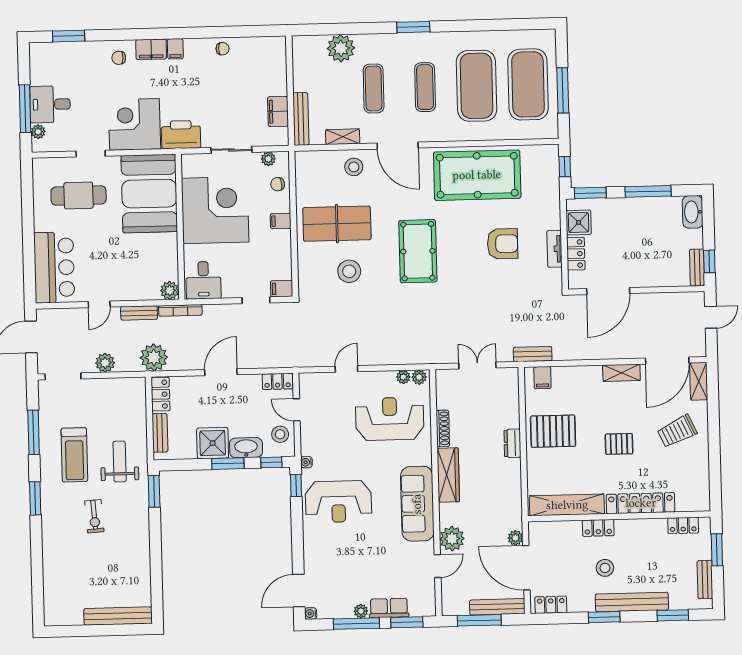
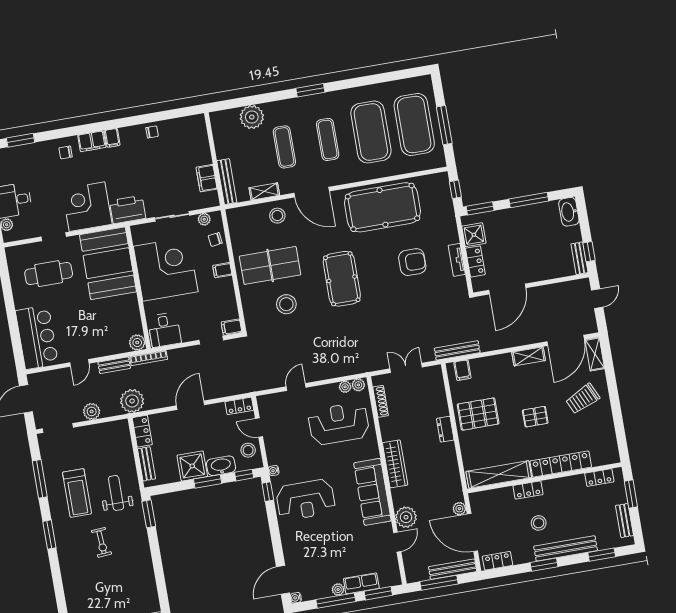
bench: (533, 354) -> (457, 350), width x1.36
shoe rack: (443, 428) -> (381, 401), moved

